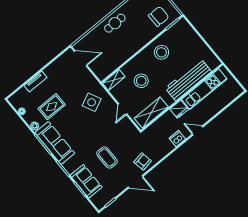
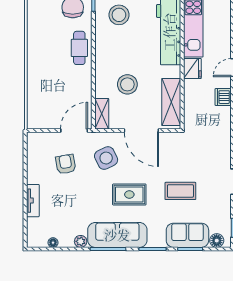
cafe table: (115, 23) -> (79, 48), moved
stool: (161, 52) -> (119, 15), moved
door: (81, 58) -> (74, 130), moved
rug: (52, 107) -> (129, 194), moved, turned 90
door: (122, 109) -> (141, 130), width x1.87
armchair: (143, 161) -> (66, 164), moved
floor lamp: (96, 200) -> (217, 241), added

